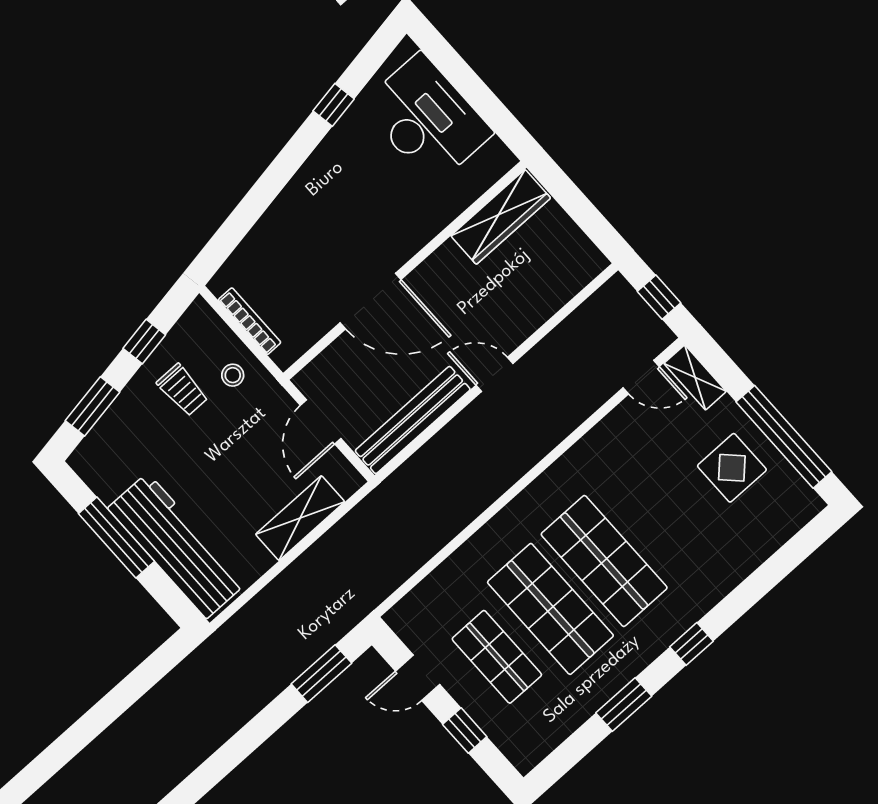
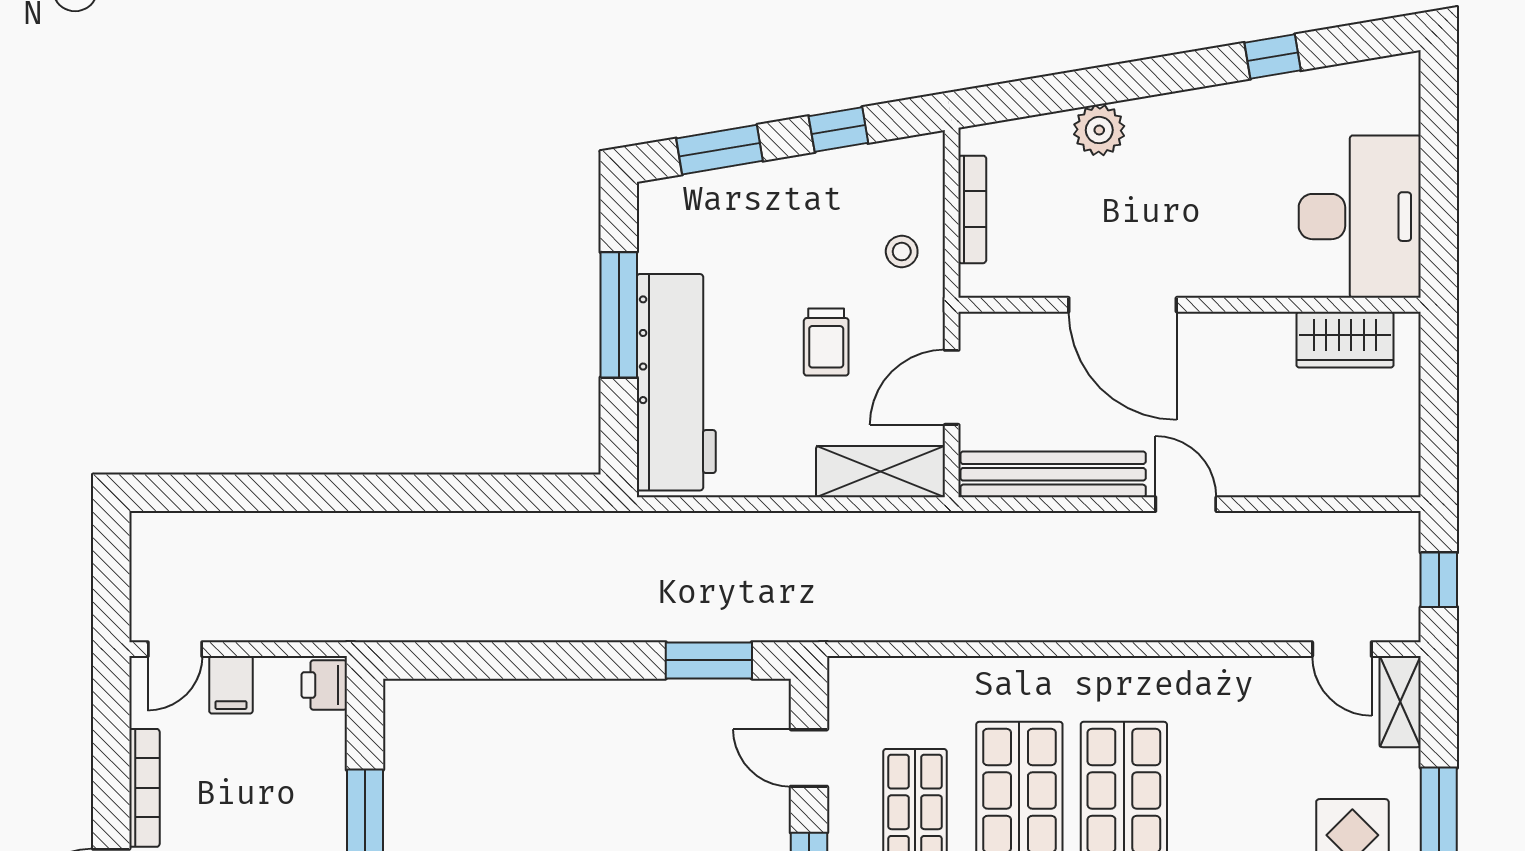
desk: (427, 119) -> (1360, 217), moved
wardrobe: (501, 217) -> (1345, 340), width x0.67
plant: (278, 222) -> (1099, 130), added
trolley: (183, 390) -> (826, 342), moved
shelving: (300, 518) -> (880, 472), moved

